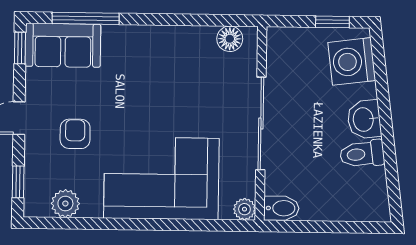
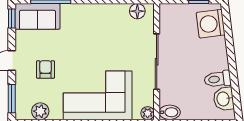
washbasin: (364, 119) -> (224, 99), moved
window: (18, 182) -> (12, 99), width x1.50

